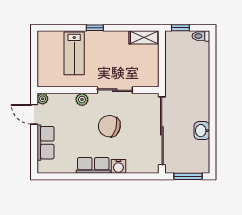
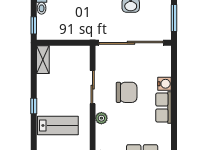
chair: (109, 126) -> (127, 92), turned -106

